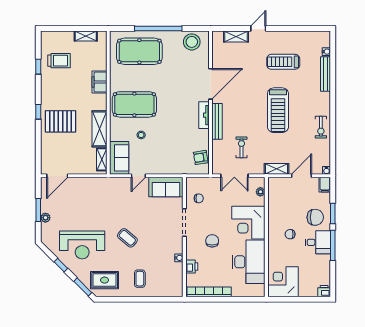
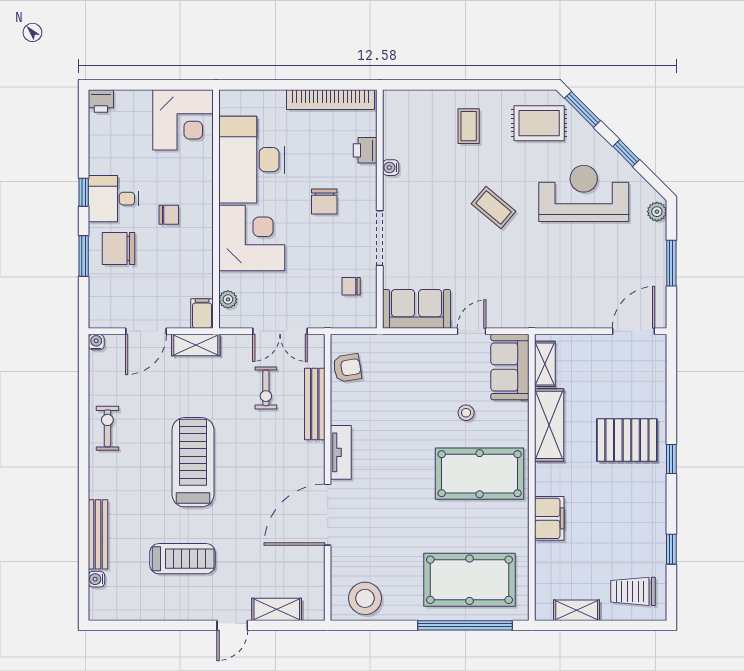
window: (158, 28) -> (465, 625), moved
trolley: (59, 61) -> (633, 591), moved
bench: (217, 121) -> (315, 404), moved
double door: (234, 176) -> (280, 331), swing flipped
filing cabinet: (325, 185) -> (202, 314), moved
plant: (45, 218) -> (657, 212), moved
window: (333, 245) -> (84, 192), width x0.46

